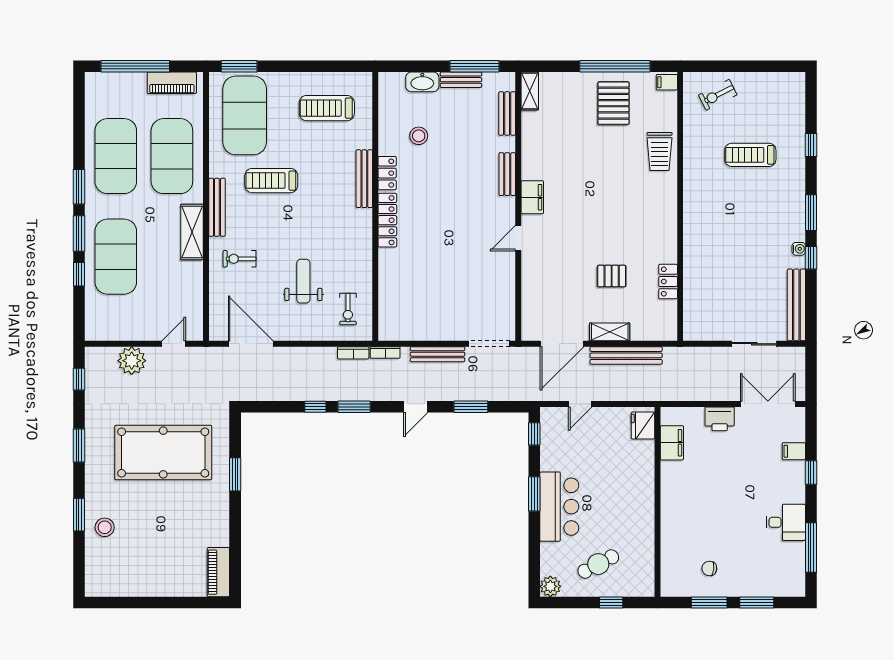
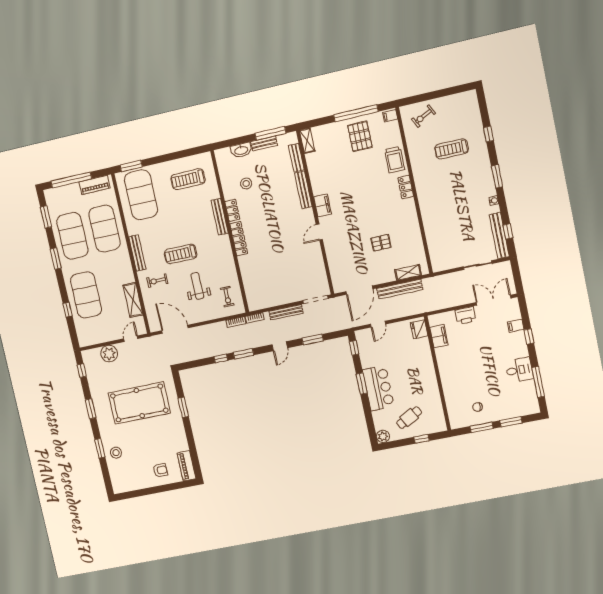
bench: (507, 174) -> (303, 190), width x1.36
treadmill: (271, 181) -> (181, 254), moved
shelving: (192, 232) -> (133, 300), moved
window: (79, 234) -> (46, 217), moved
window: (811, 258) -> (508, 231), moved
locker: (668, 281) -> (406, 187), moved
shelving: (610, 332) -> (408, 272), moved
armchair: (173, 571) -> (160, 470), added

